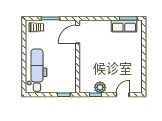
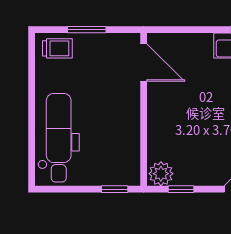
door: (78, 34) -> (144, 63), swing flipped
plant: (100, 87) -> (161, 174), moved

